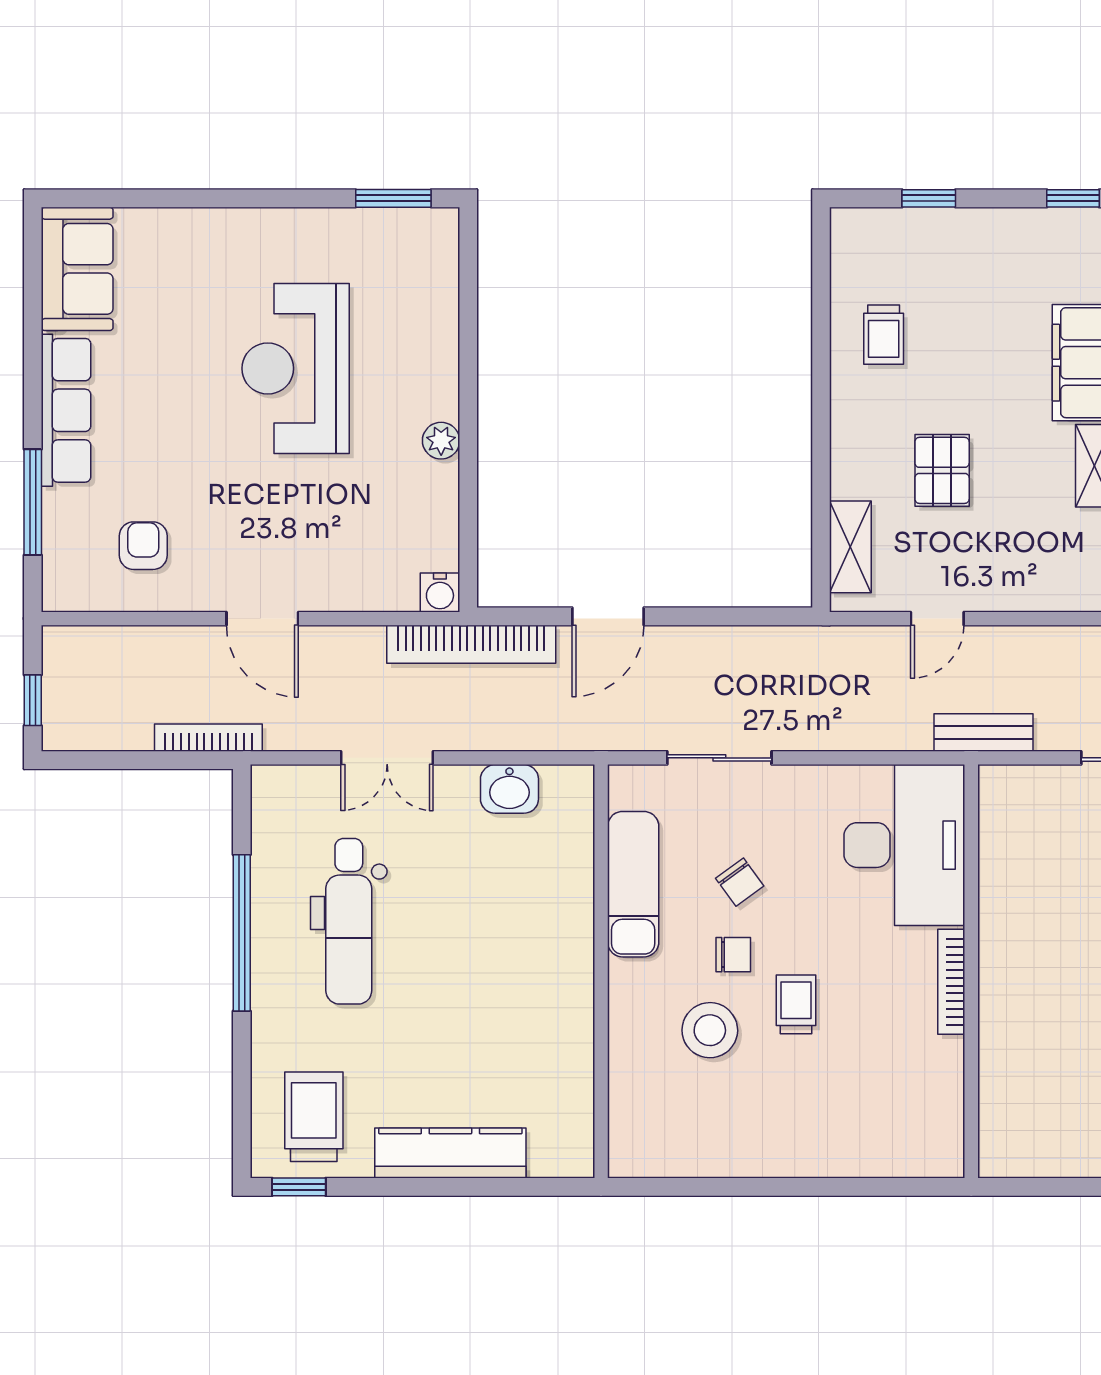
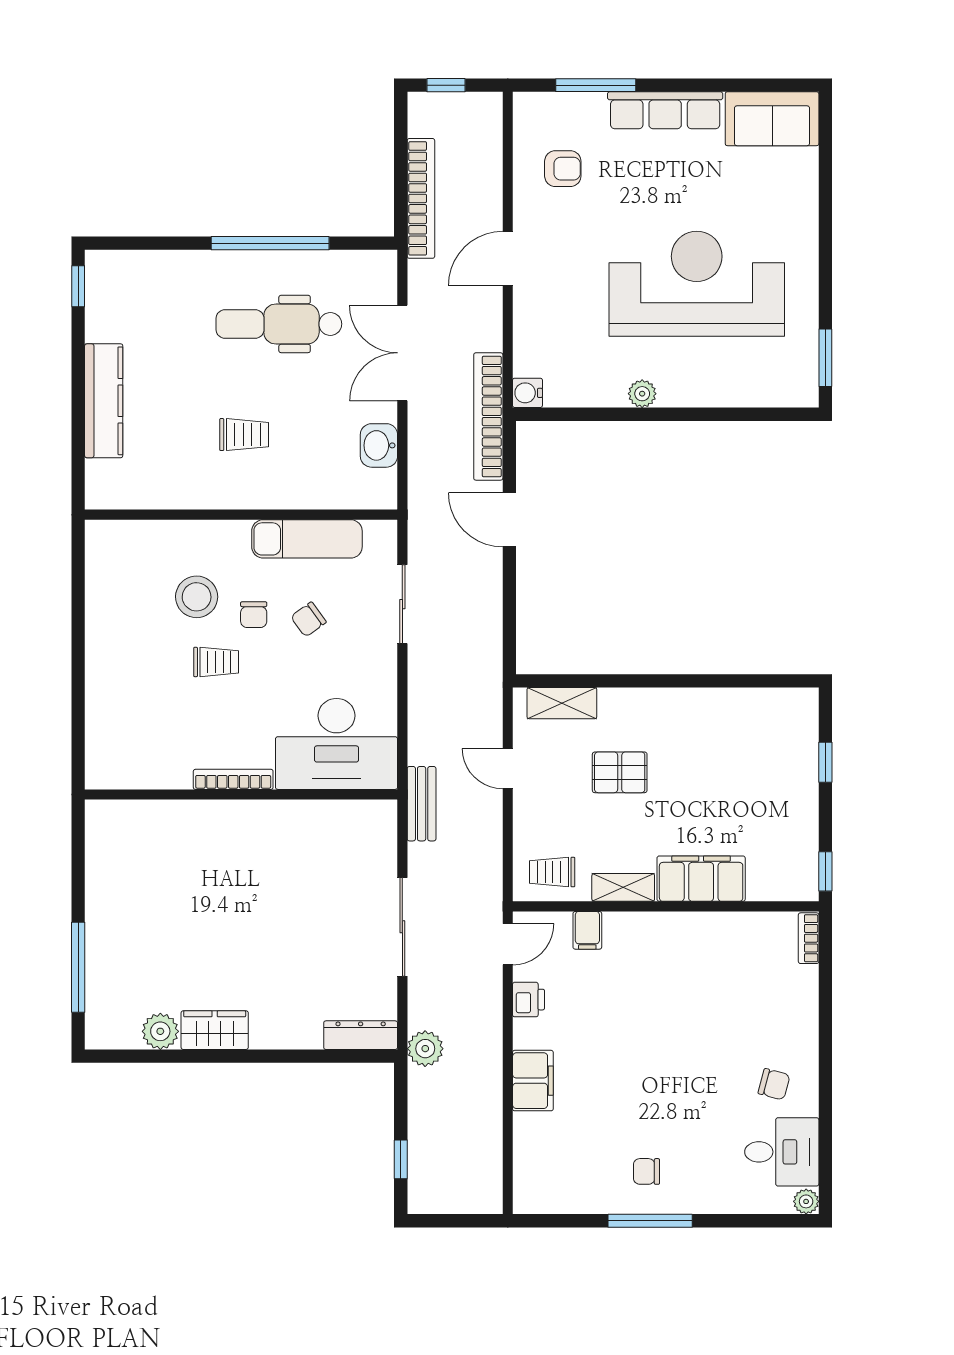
trolley: (884, 335) -> (552, 872), moved
reception desk: (296, 368) -> (697, 284), width x1.36, depth x1.30
bookcase: (208, 738) -> (421, 198), width x1.48, depth x1.31
double door: (387, 758) -> (402, 353), width x1.37
trolley: (314, 1117) -> (244, 435), moved, width x0.73, depth x0.72

